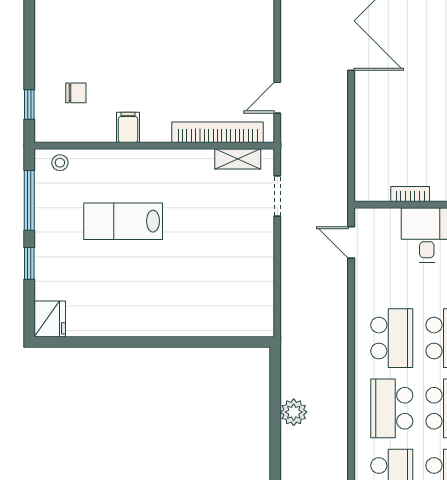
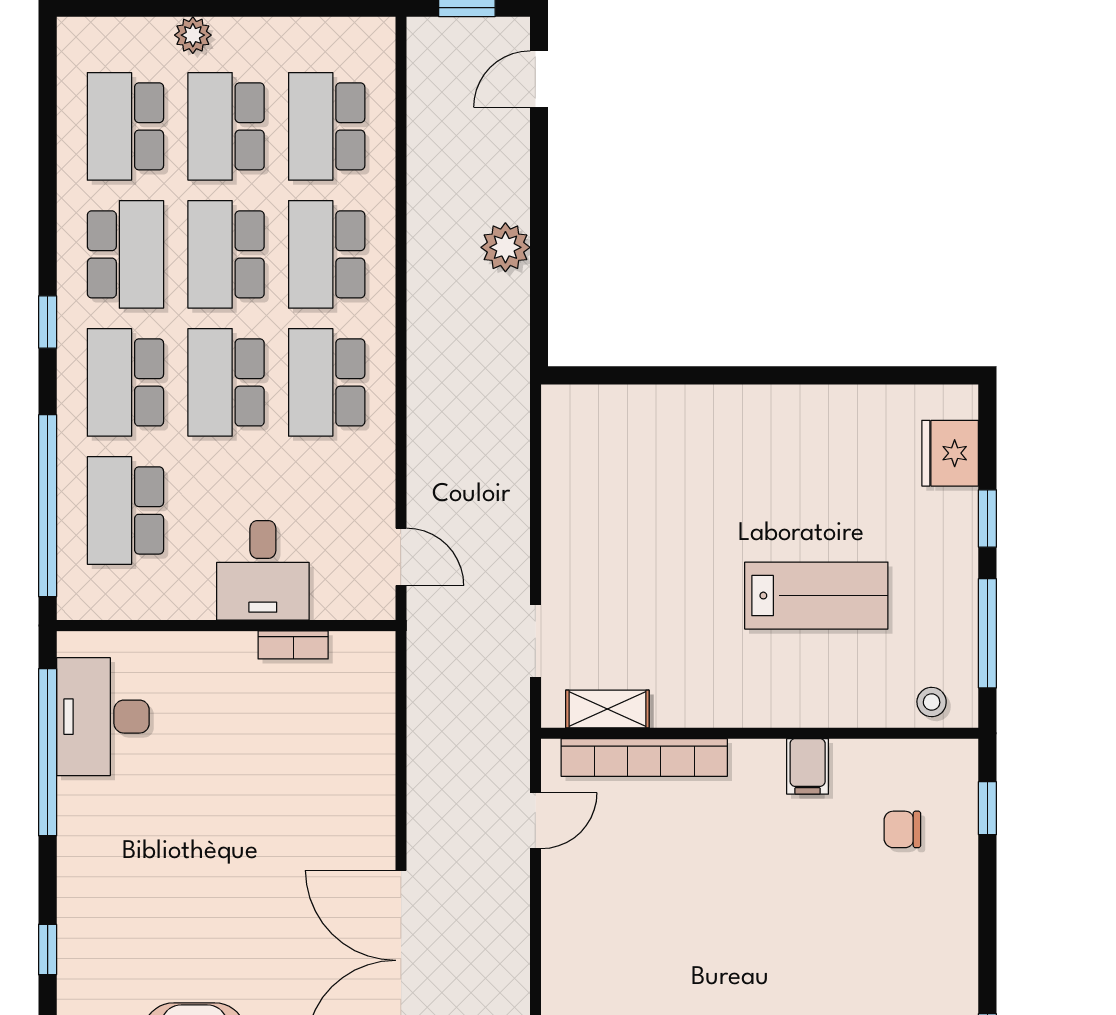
fridge: (50, 319) -> (950, 453), moved
school desk: (392, 408) -> (327, 254), turned 180

